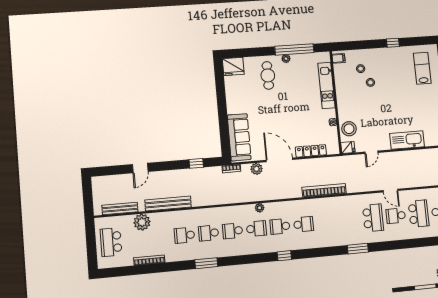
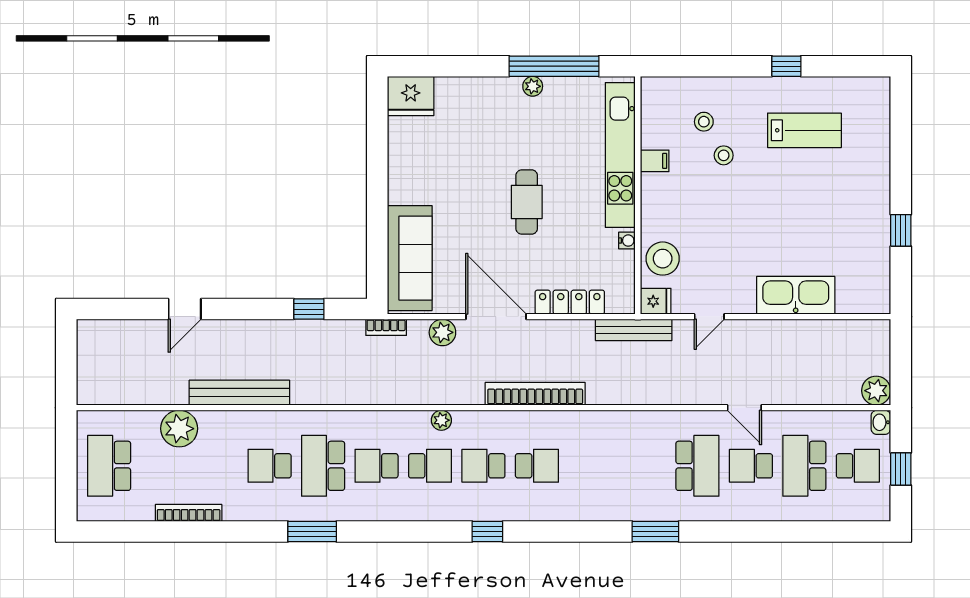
filing cabinet: (339, 58) -> (655, 161), moved
lab bench: (422, 68) -> (804, 130), moved, turned 90
cafe table: (268, 75) -> (527, 202), moved
kitchen unit: (326, 85) -> (620, 155), width x1.36
bookcase: (324, 190) -> (535, 394), moved
bench: (120, 209) -> (634, 330), moved
school desk: (419, 214) -> (804, 466), turned 180
school desk: (209, 233) -> (323, 466), width x1.85

